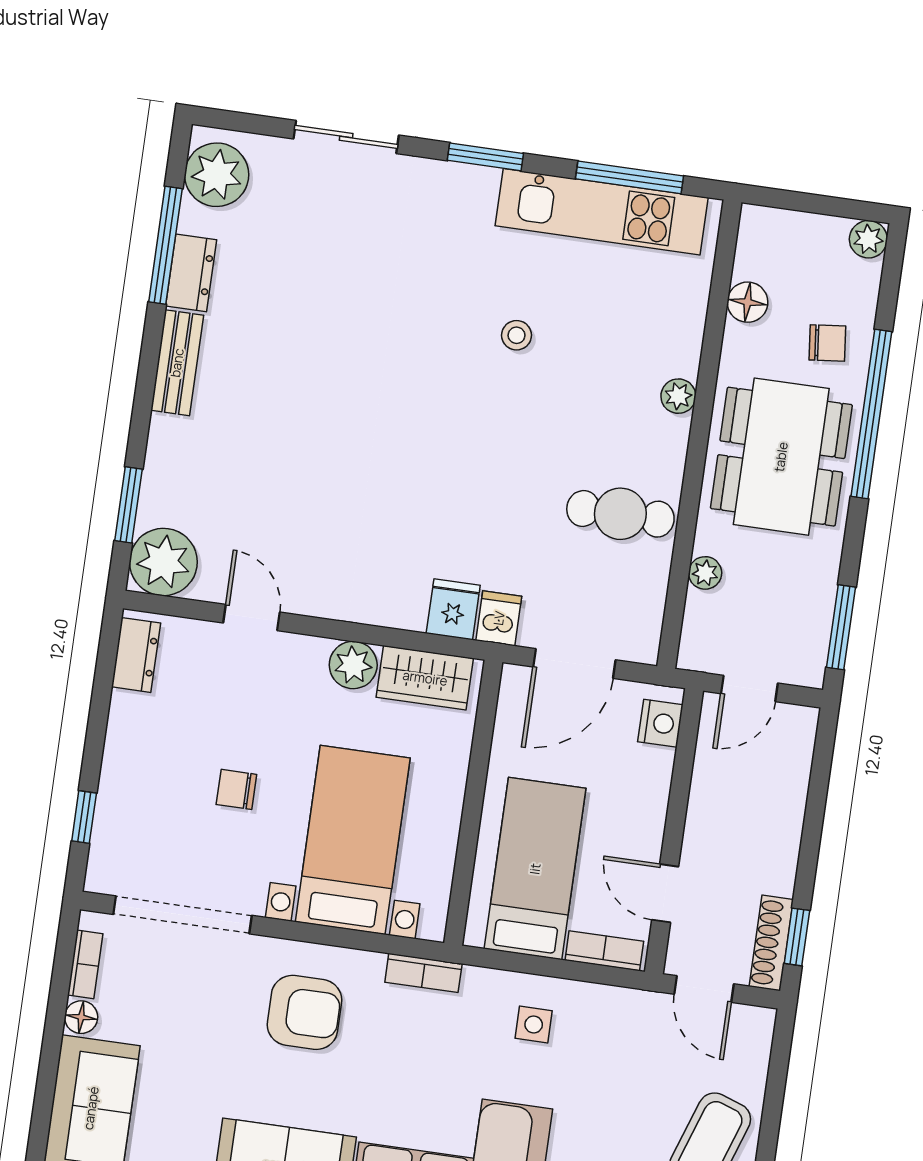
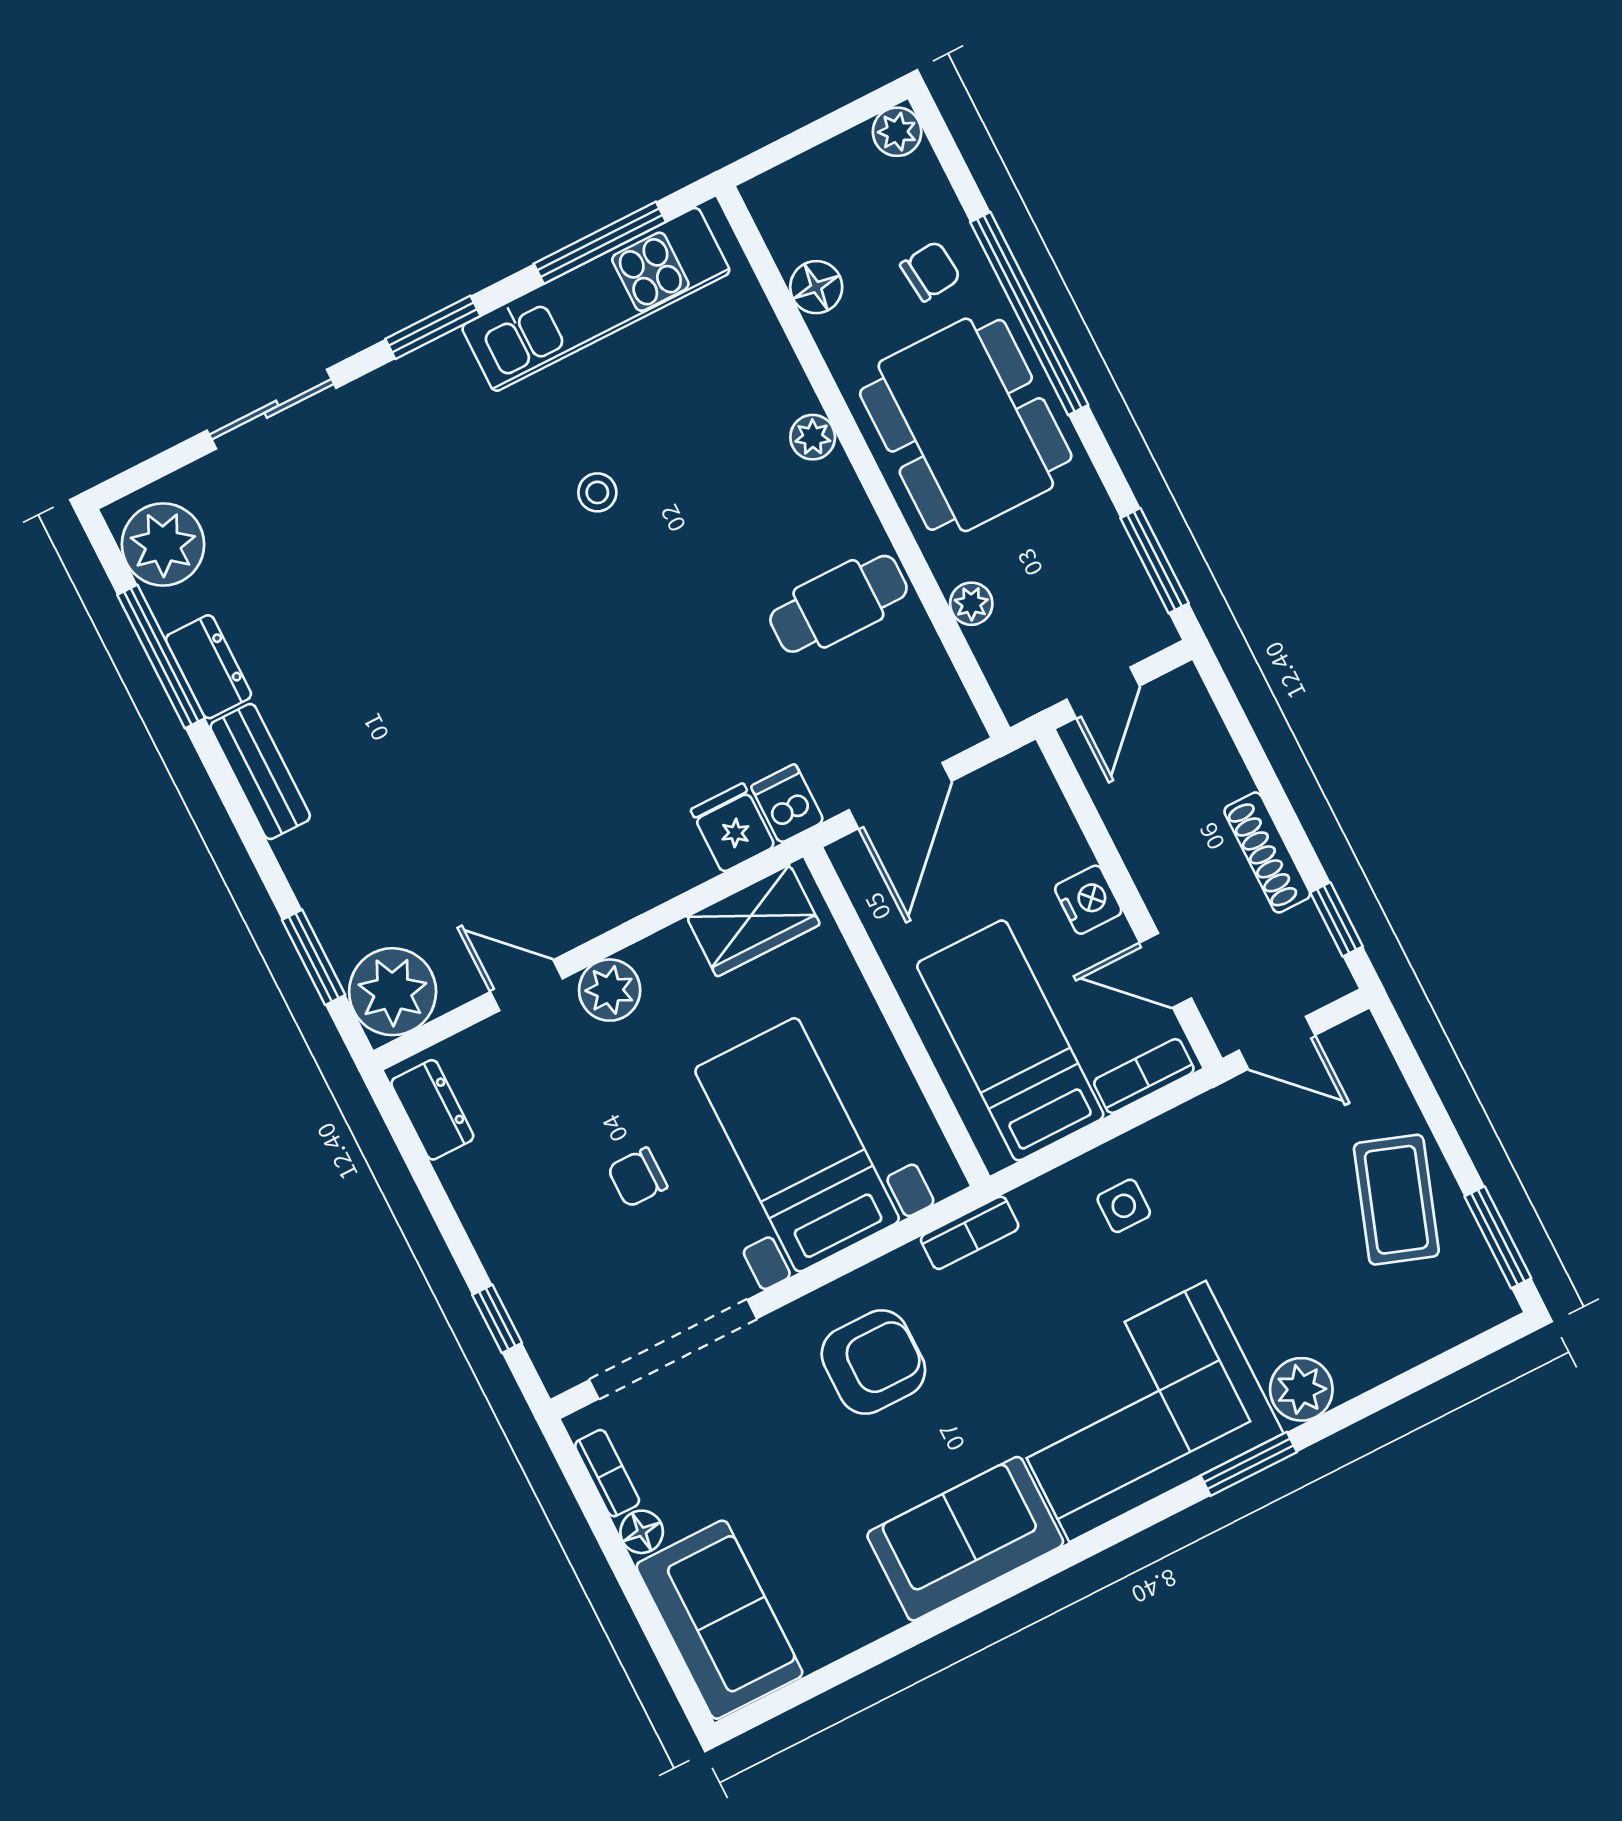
plant: (353, 665) -> (610, 990), moved
nightstand: (660, 723) -> (1088, 900), moved
shoe rack: (771, 943) -> (1267, 853), moved

